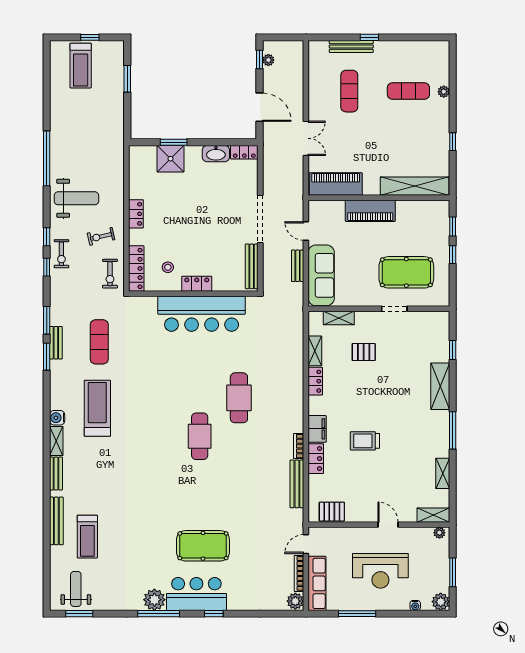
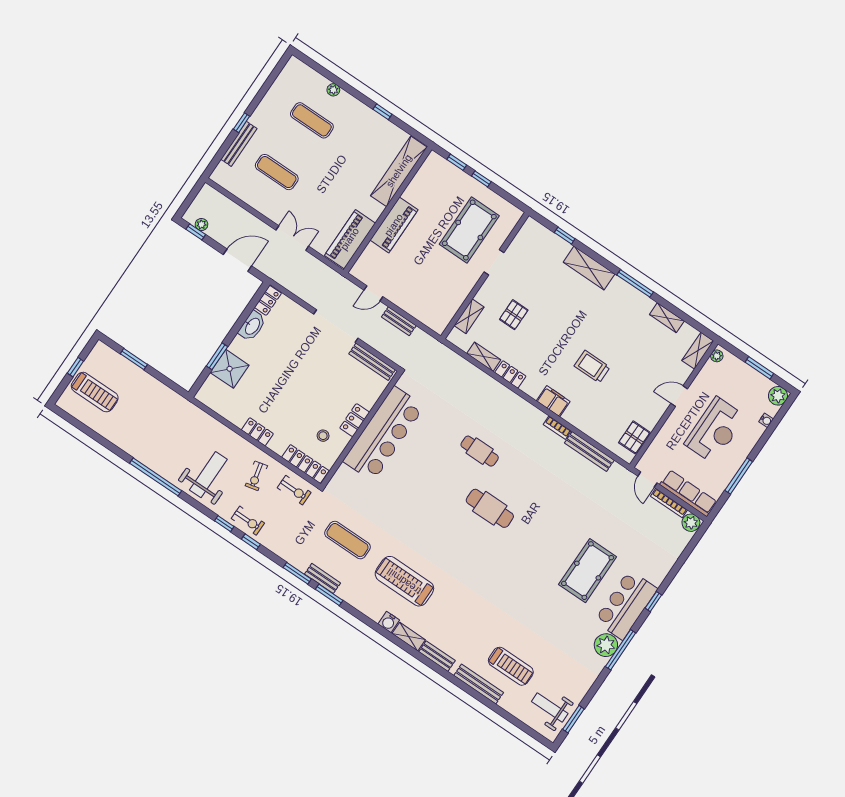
exercise mat: (408, 91) -> (312, 120), turned 90
sofa: (321, 275) -> (421, 306), removed
cafe table: (239, 398) -> (480, 451), width x0.73, depth x0.74
trolley: (365, 441) -> (592, 367), turned 90
locker: (316, 459) -> (578, 420), removed

